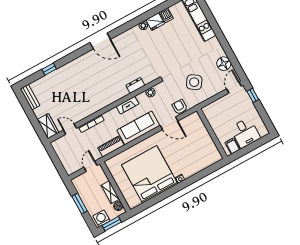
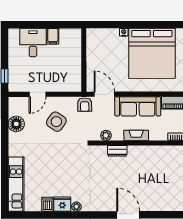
door: (234, 87) -> (38, 94), moved
wall: (212, 134) -> (84, 60), moved

